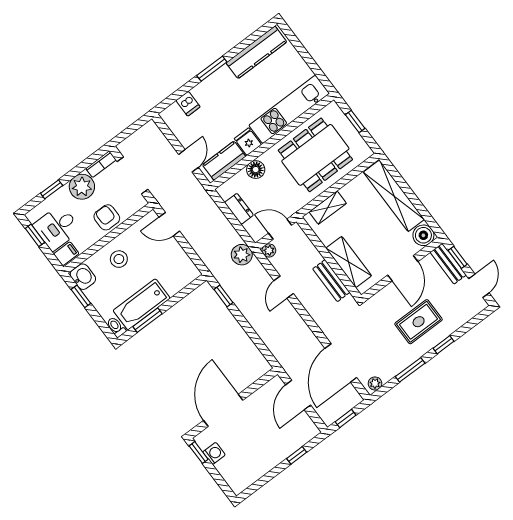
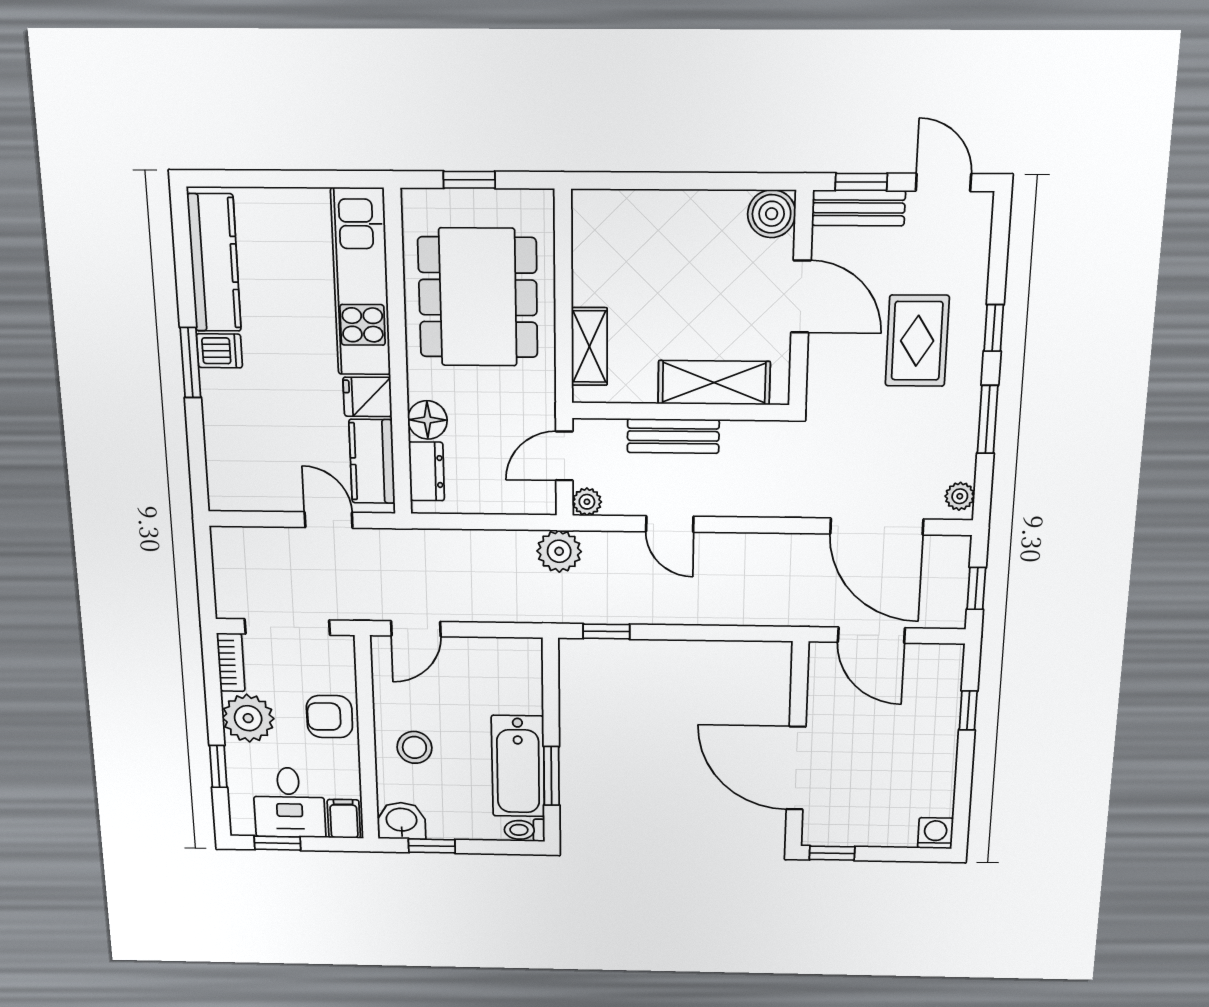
dishwasher: (188, 104) -> (219, 351), moved
shelving: (394, 196) -> (659, 213), removed
dresser: (239, 209) -> (426, 471), moved, turned 90
bench: (331, 281) -> (673, 436), moved
washing machine: (214, 453) -> (935, 833), moved

